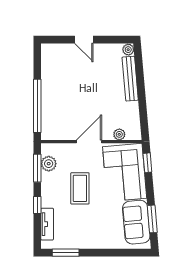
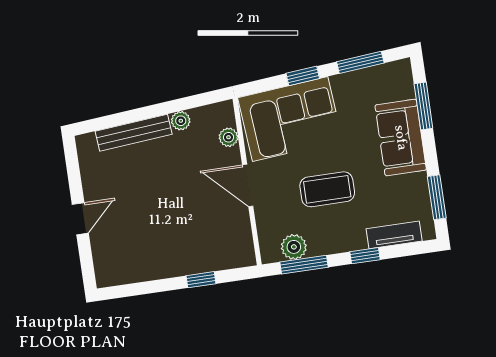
plant: (128, 50) -> (181, 121), moved
window: (37, 106) -> (201, 280), width x0.32
window: (147, 163) -> (303, 76), moved
sofa: (136, 222) -> (401, 138), moved, turned 95
window: (121, 253) -> (423, 106), added

